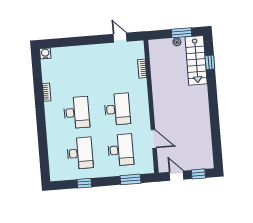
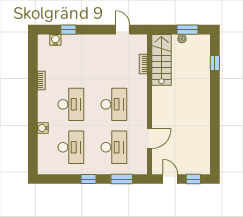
window: (69, 42) -> (68, 30), added
water cooler: (45, 53) -> (55, 40), moved
stairs: (196, 60) -> (161, 60), moved, turned 180
water cooler: (52, 137) -> (43, 128), added
door: (154, 139) -> (150, 139), hinge flipped
window: (84, 183) -> (89, 179), moved

